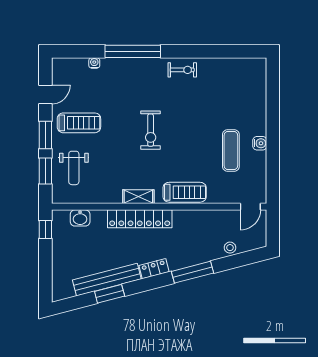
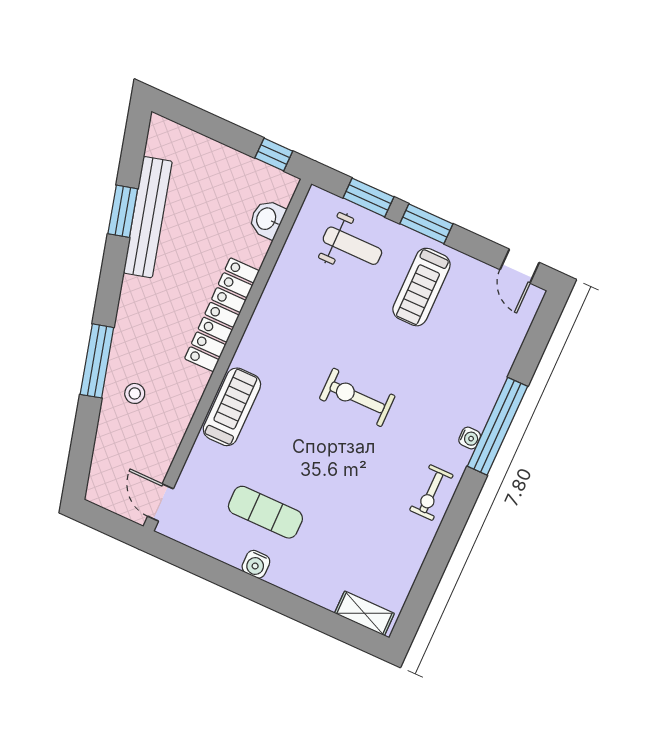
water cooler: (94, 63) -> (470, 438), moved
door: (45, 95) -> (520, 266), moved
weight bench: (74, 168) -> (352, 246), turned 180
treadmill: (185, 192) -> (232, 407), turned 180
shelving: (138, 197) -> (364, 613), moved, turned 90
stool: (230, 248) -> (135, 393), moved
locker: (154, 269) -> (131, 301), removed

